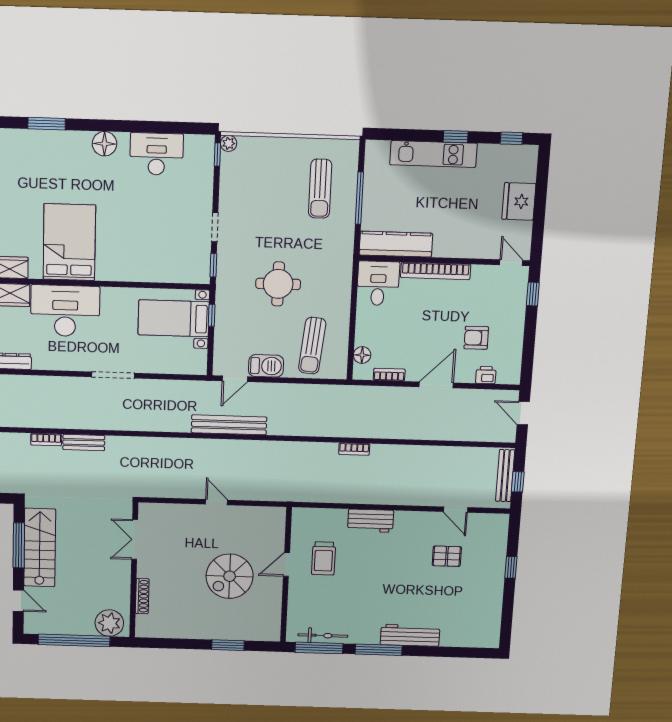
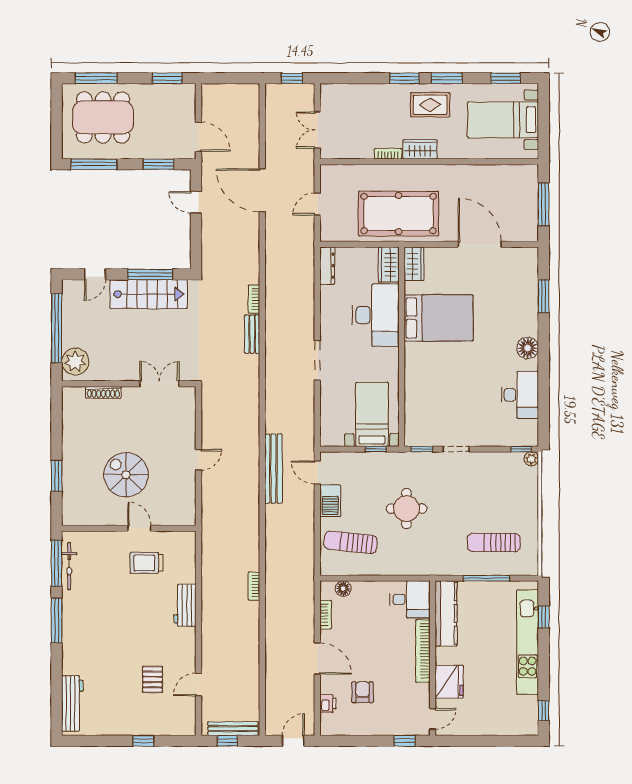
window: (456, 137) -> (544, 617), moved
kitchen unit: (433, 154) -> (528, 642), width x1.36
fridge: (519, 201) -> (449, 682), moved, turned 90
workbench: (410, 635) -> (72, 703), moved

